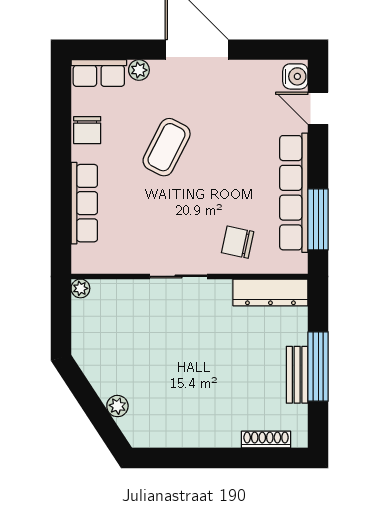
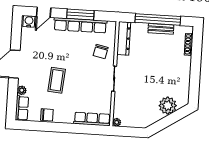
coffee table: (167, 147) -> (57, 80), turned 68
row of seats: (84, 203) -> (92, 119), moved
window: (318, 219) -> (80, 15), moved
window: (318, 367) -> (158, 19), width x1.46
plant: (117, 406) -> (168, 106), width x1.88, depth x1.88

